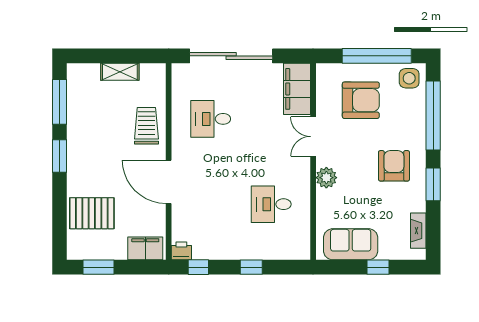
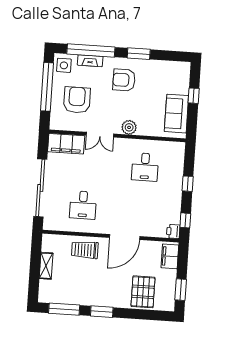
fireplace: (418, 231) -> (90, 61), moved

